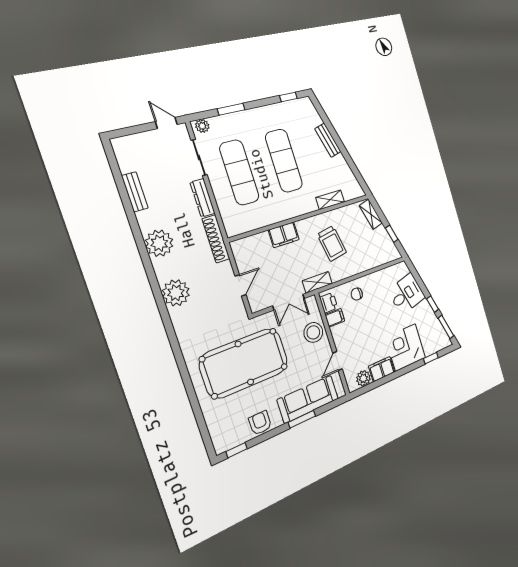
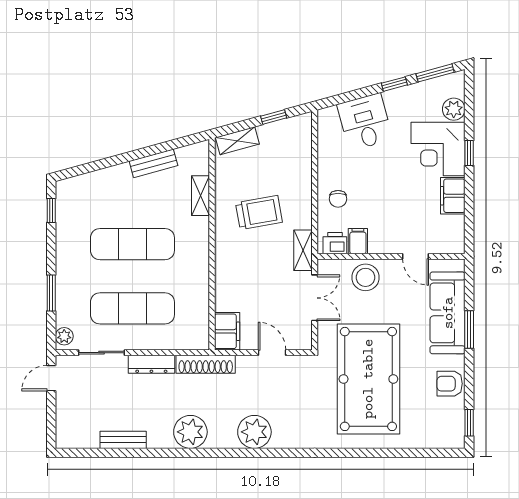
bench: (328, 140) -> (153, 163), moved
filing cabinet: (284, 235) -> (227, 331), moved
window: (431, 358) -> (469, 153), moved
plant: (363, 378) -> (454, 109), moved

